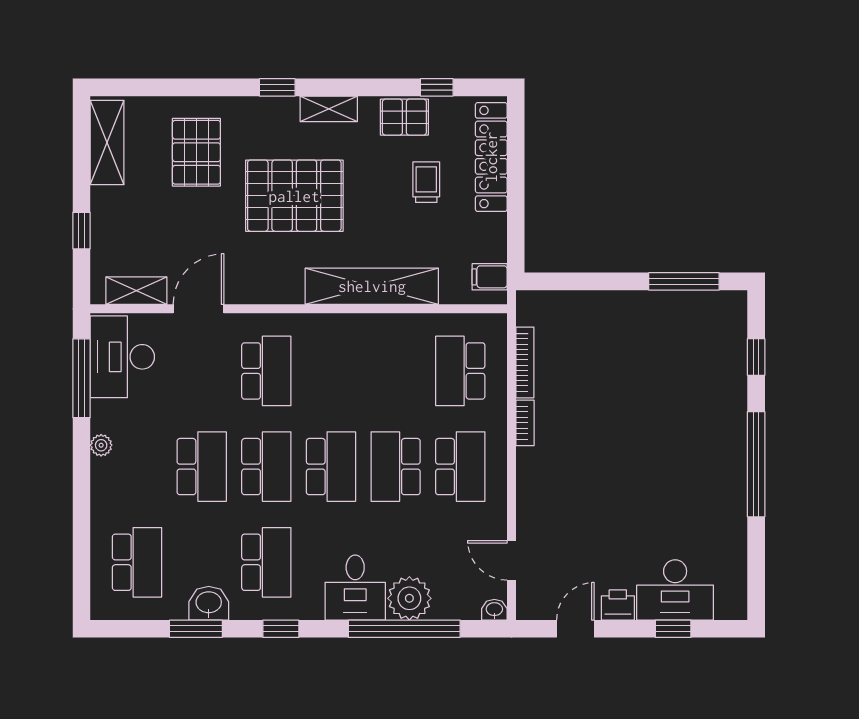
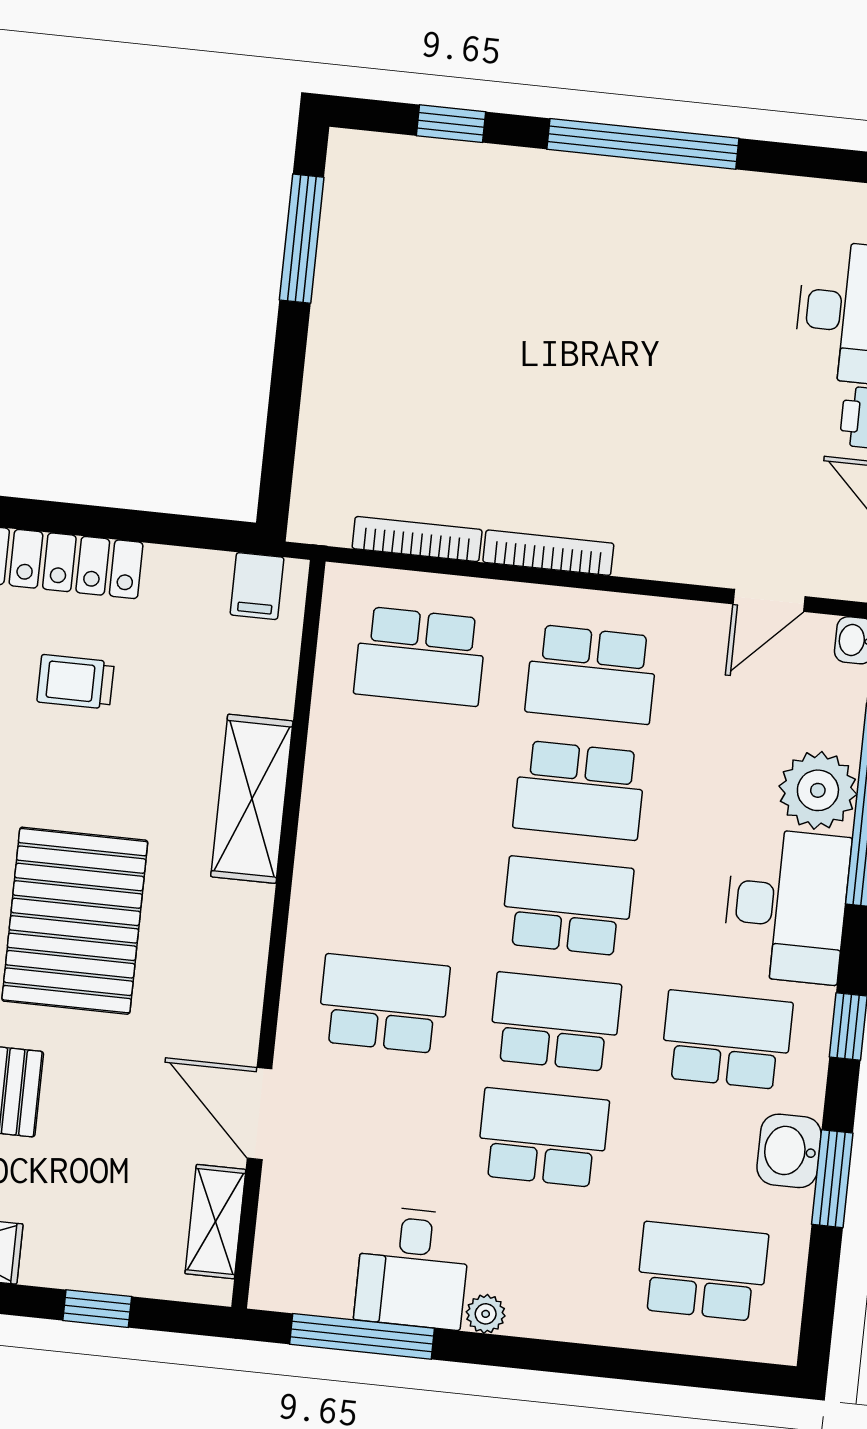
shelving: (372, 286) -> (252, 799), width x0.68
desk: (122, 357) -> (413, 1268), moved, width x0.73
bookcase: (525, 423) -> (548, 553), width x1.56
school desk: (460, 467) -> (592, 674), turned 180
desk: (355, 588) -> (786, 906), width x1.37

